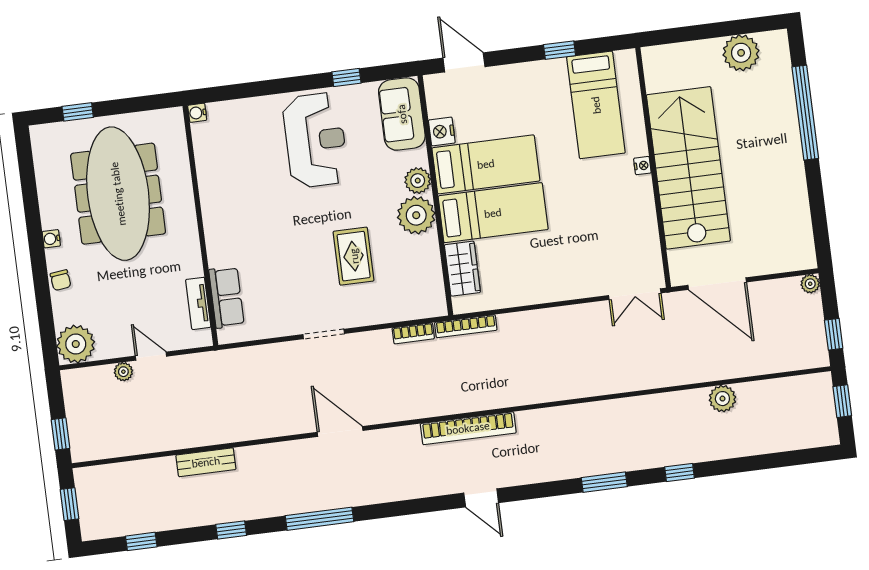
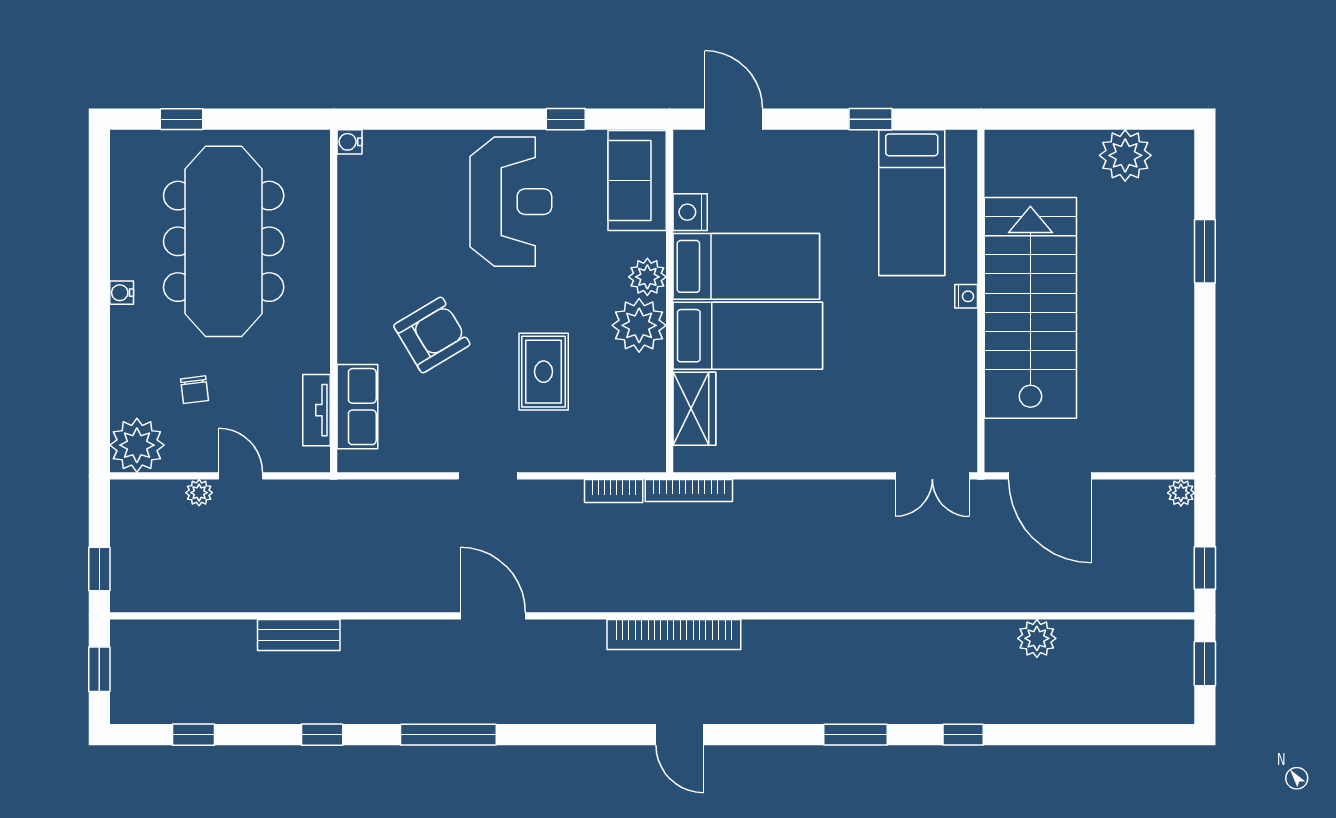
window: (805, 113) -> (1205, 251), width x0.47
armchair: (272, 241) -> (432, 335), added
chair: (61, 280) -> (195, 390), moved

